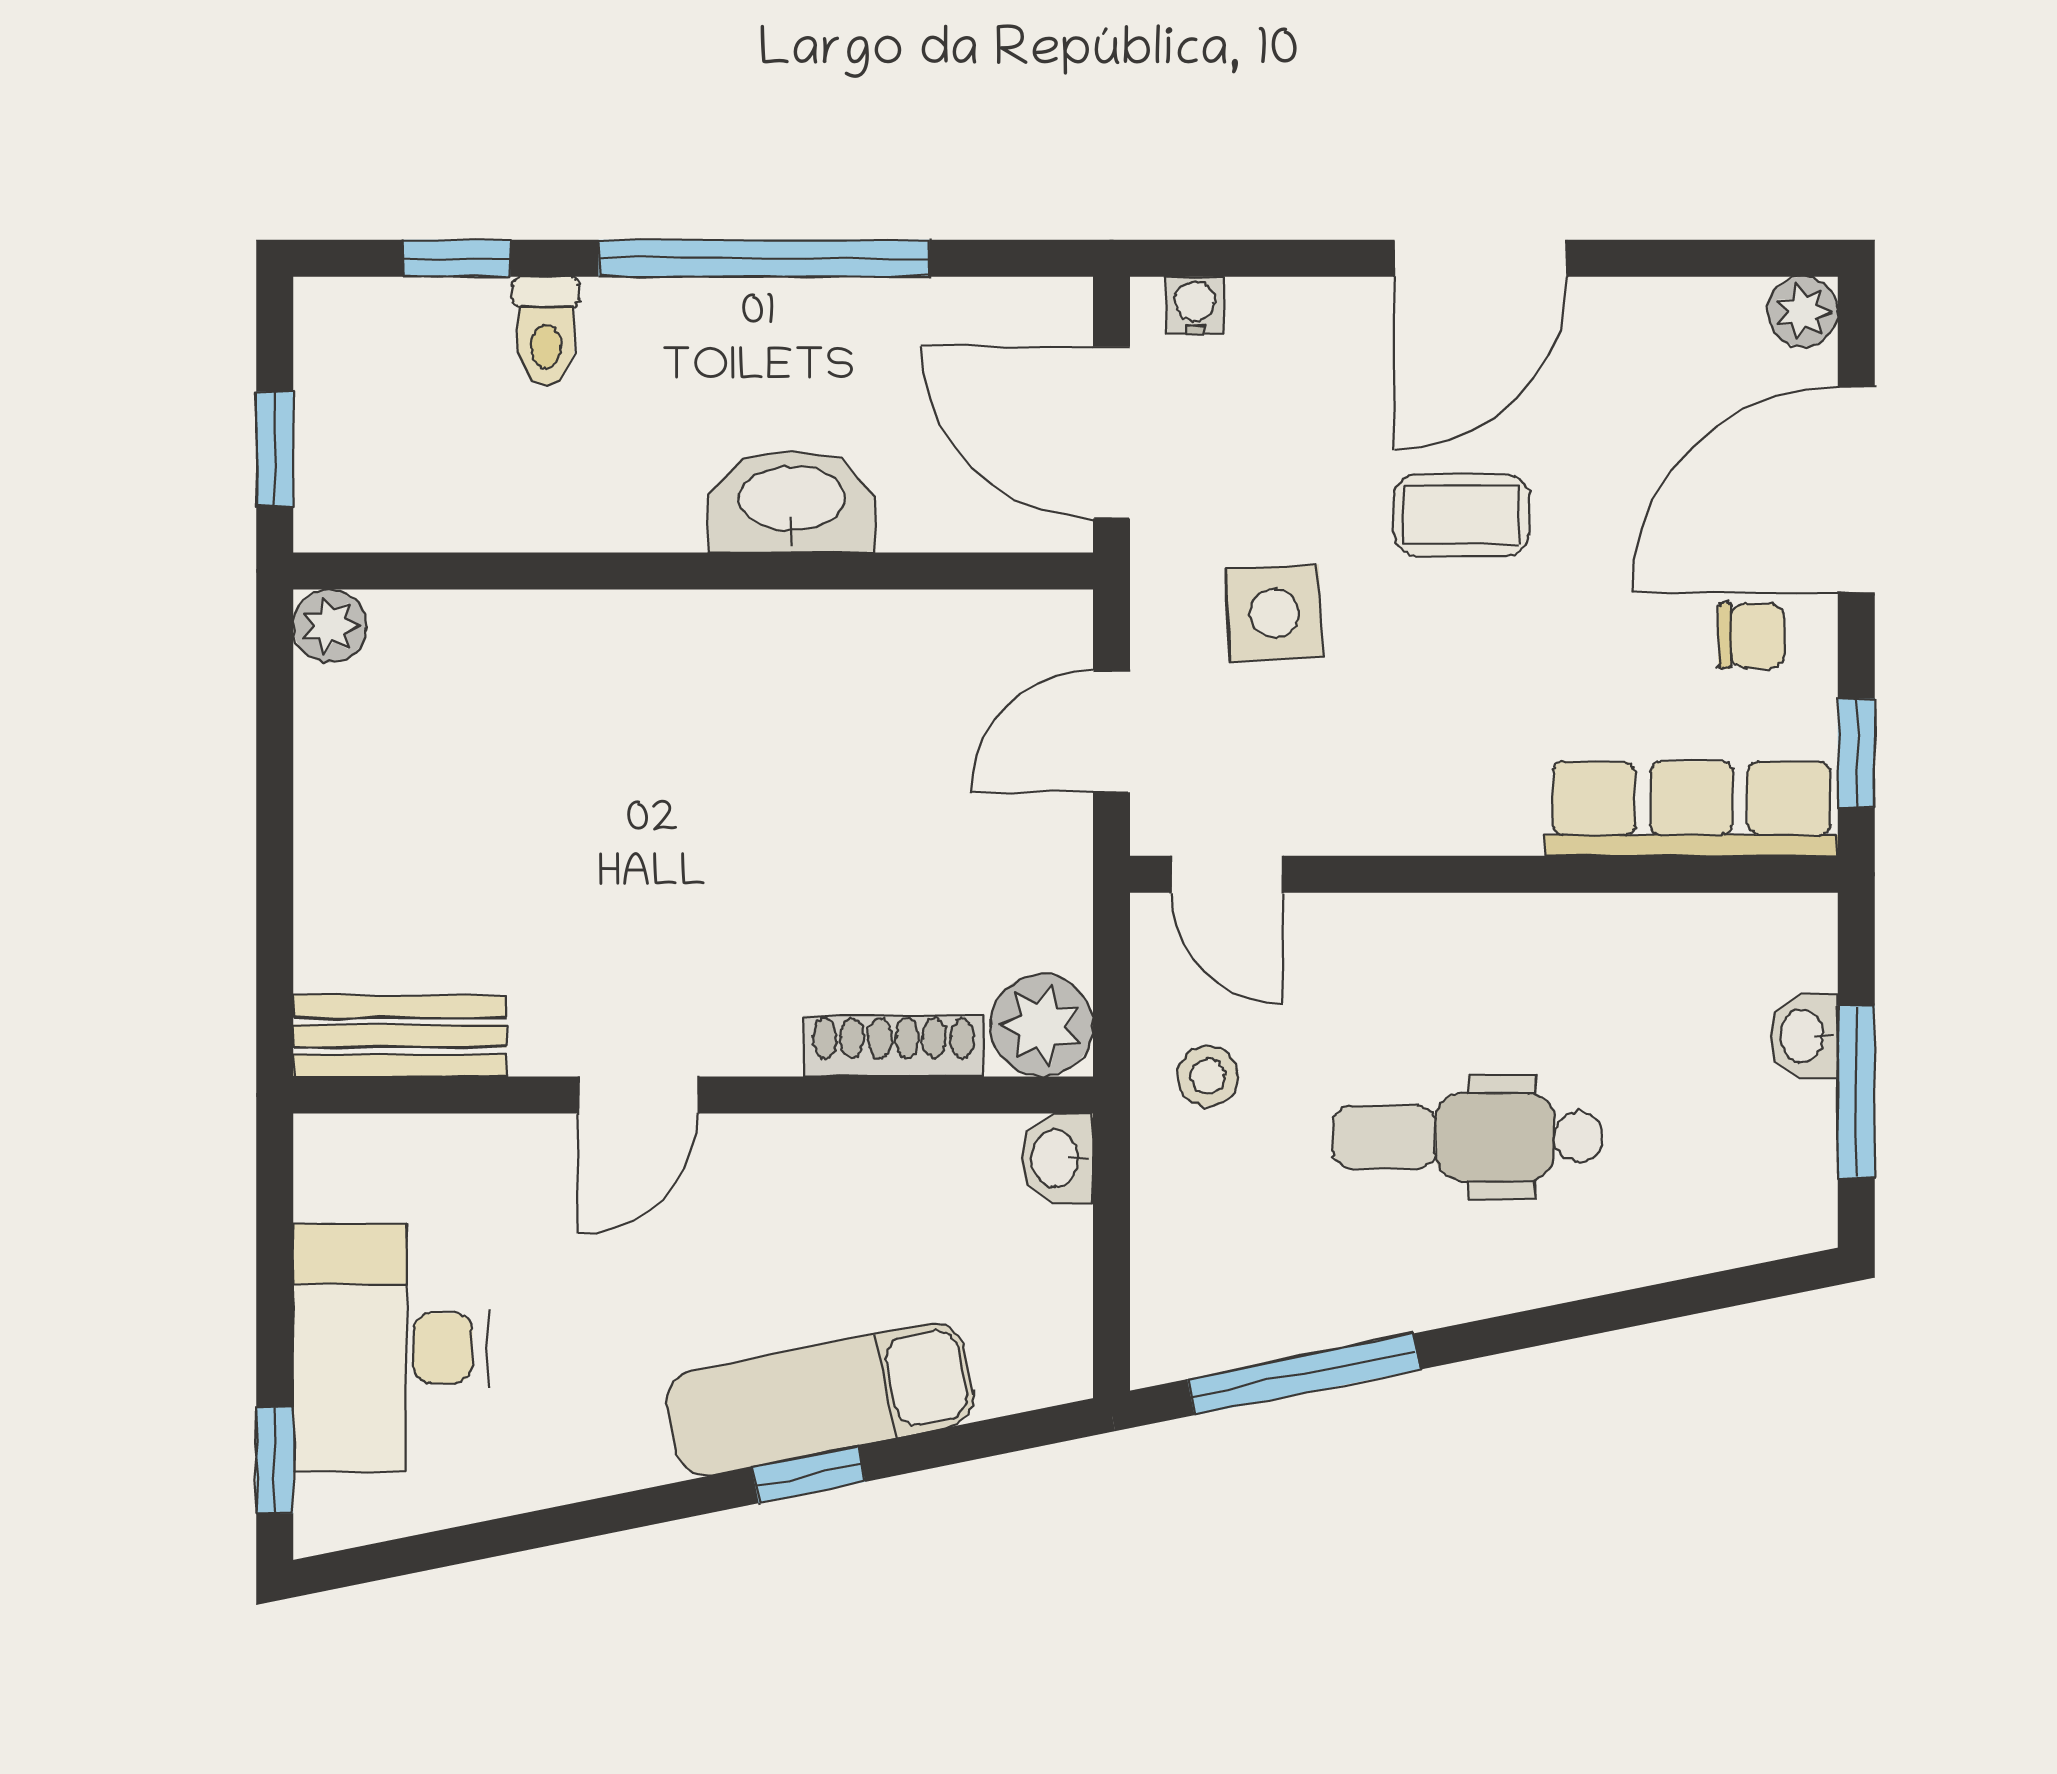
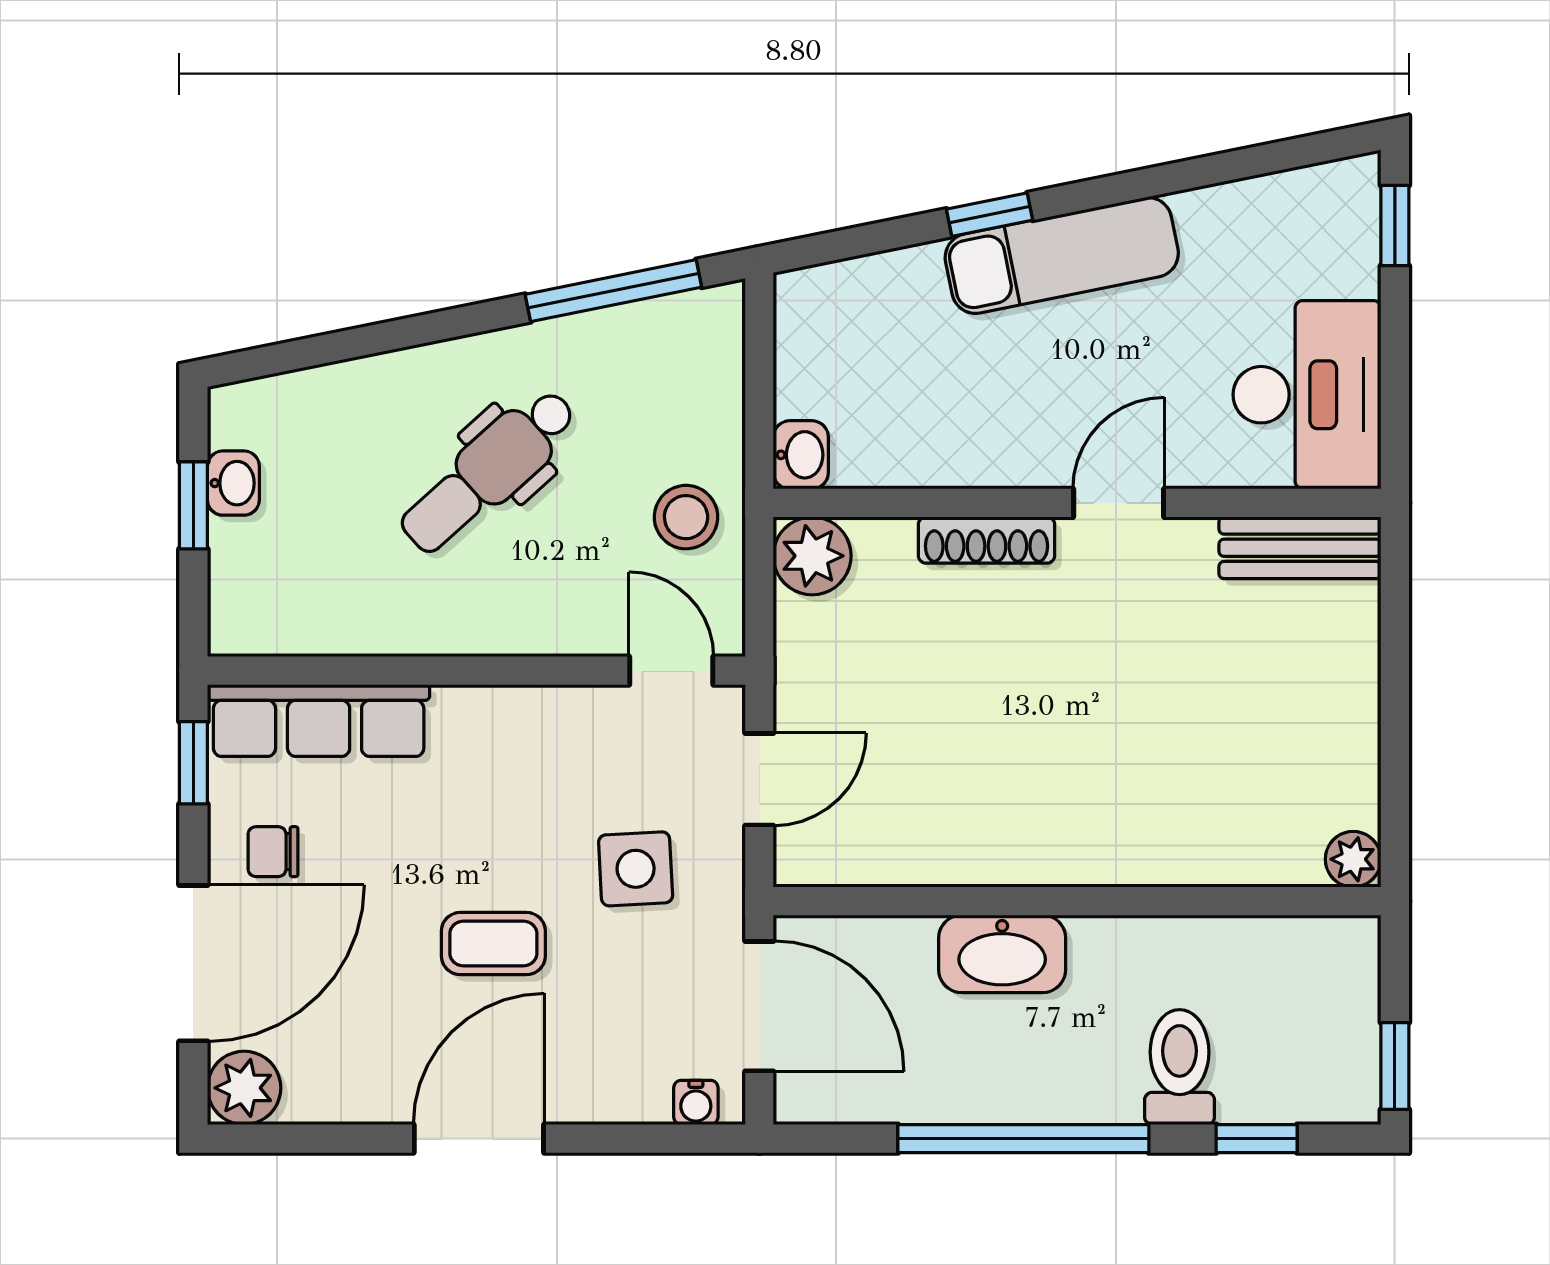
plant: (1803, 312) -> (244, 1088), width x1.38, depth x1.38
toilet: (546, 331) -> (1180, 1067), width x1.37, depth x1.39
window: (275, 449) -> (1395, 1066), moved
washbasin: (1804, 1036) -> (233, 483), moved
shoe rack: (893, 1046) -> (987, 540), moved
stool: (1208, 1076) -> (686, 517), width x1.37, depth x1.37
window: (1856, 1092) -> (193, 505), width x0.67
dental chair: (1468, 1137) -> (489, 471), turned 138
desk: (390, 1348) -> (1307, 395), moved
exam couch: (820, 1399) -> (1062, 255), moved

